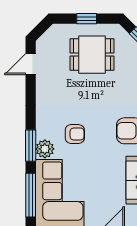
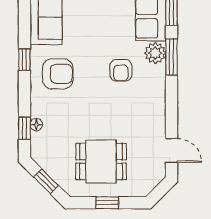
door: (31, 64) -> (172, 150), hinge flipped
armchair: (75, 134) -> (121, 70), turned -90

